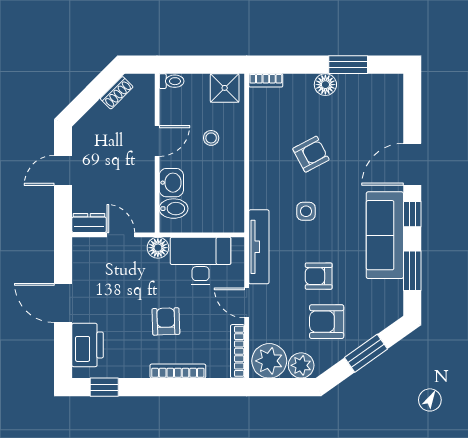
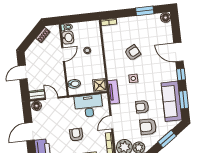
floor lamp: (325, 85) -> (166, 18), moved
shower: (225, 88) -> (100, 85), moved
door: (412, 164) -> (178, 52), hinge flipped
washbasin: (171, 183) -> (68, 38), moved
sofa: (385, 235) -> (172, 101), moved
tv unit: (259, 247) -> (113, 92), width x0.71
floor lamp: (158, 248) -> (37, 106), moved
door: (63, 303) -> (29, 132), hinge flipped
door: (247, 303) -> (111, 122), hinge flipped

